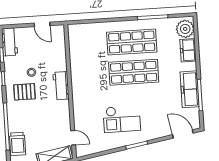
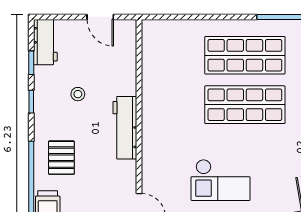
workbench: (61, 86) -> (125, 128), width x1.37
pallet: (24, 92) -> (61, 158), moved, turned 90

